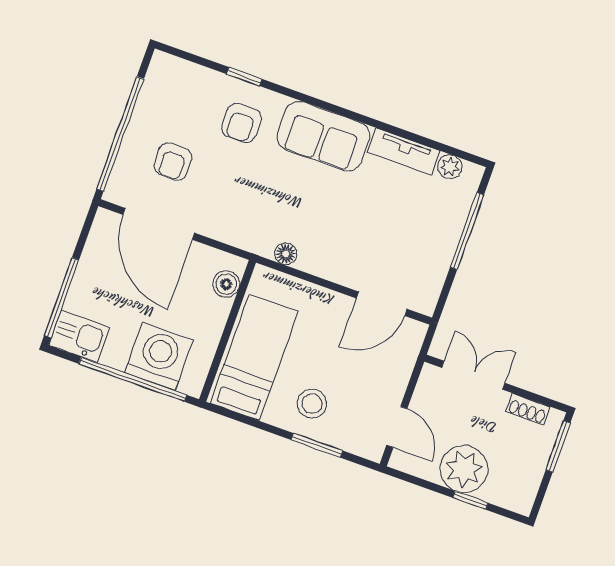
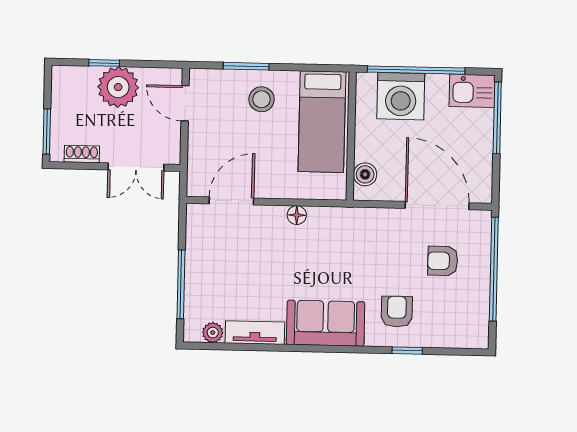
armchair: (173, 162) -> (443, 261), turned -90
floor lamp: (286, 254) -> (297, 215), moved

